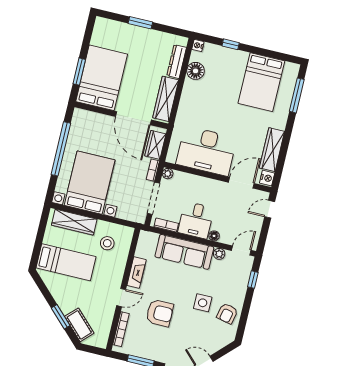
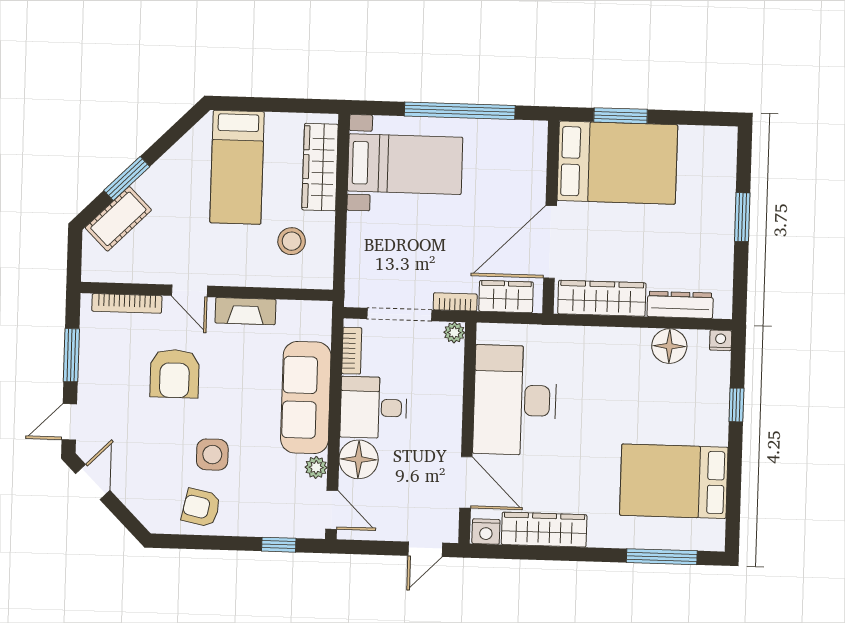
bed with nightstands: (90, 183) -> (405, 164), width x0.73
door: (270, 209) -> (425, 549), swing flipped
floor lamp: (214, 236) -> (359, 459), width x1.89, depth x1.89

